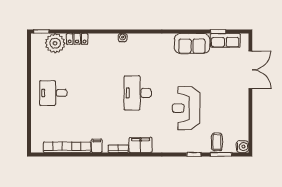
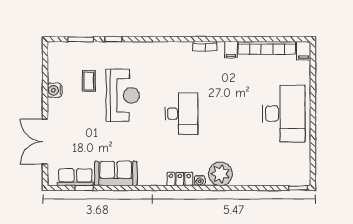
locker: (77, 39) -> (180, 179), moved
plant: (55, 43) -> (220, 174), moved
desk: (53, 93) -> (284, 114), width x1.87, depth x1.30
coffee table: (217, 142) -> (89, 81), moved
filing cabinet: (141, 145) -> (304, 51), moved, width x0.50
water cooler: (242, 147) -> (55, 90), moved

